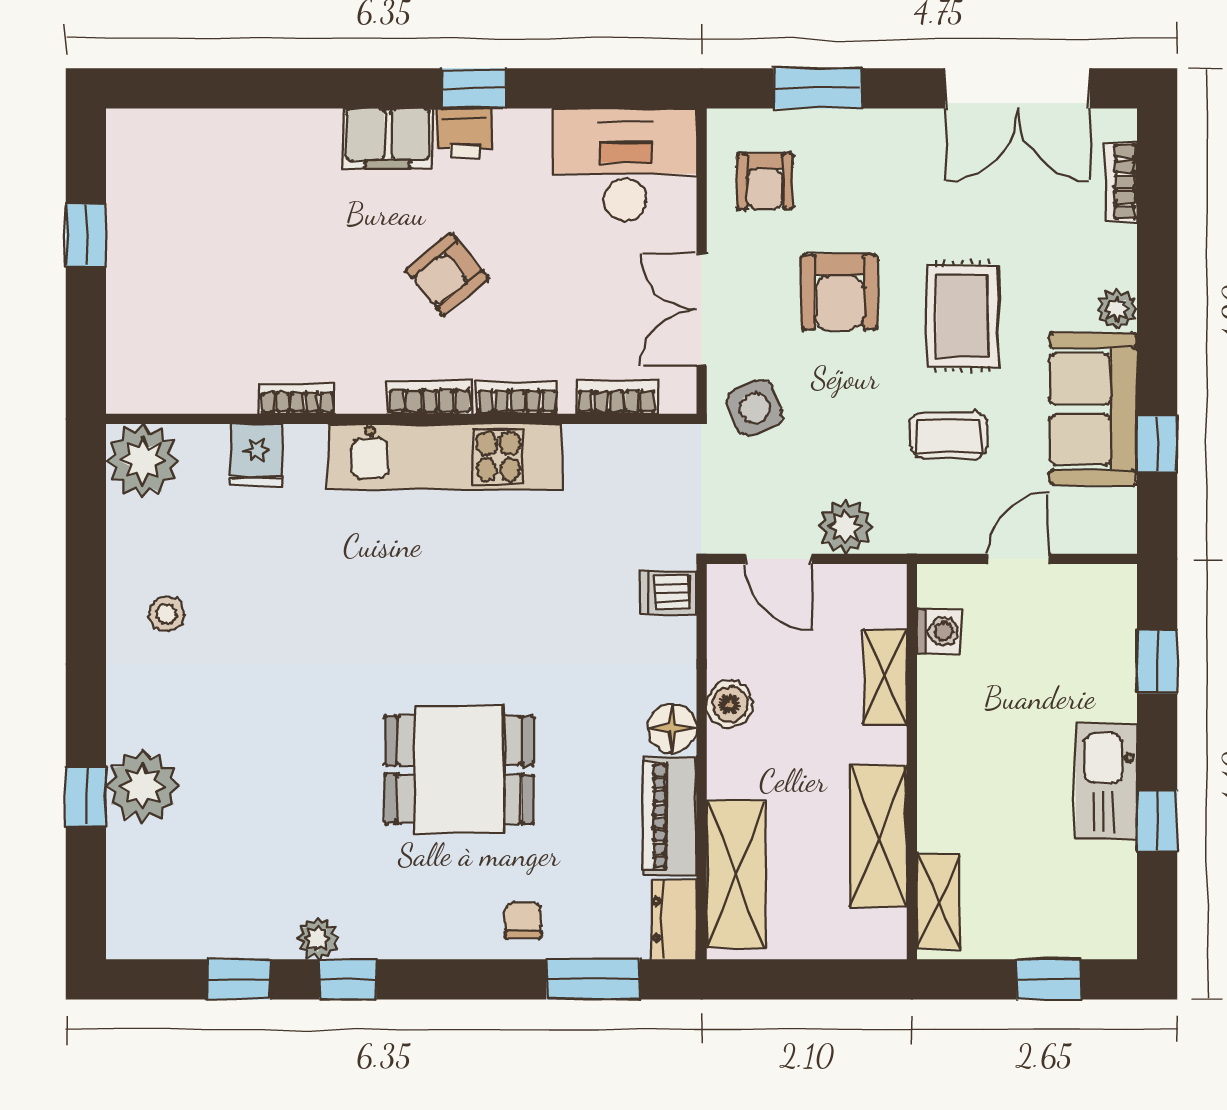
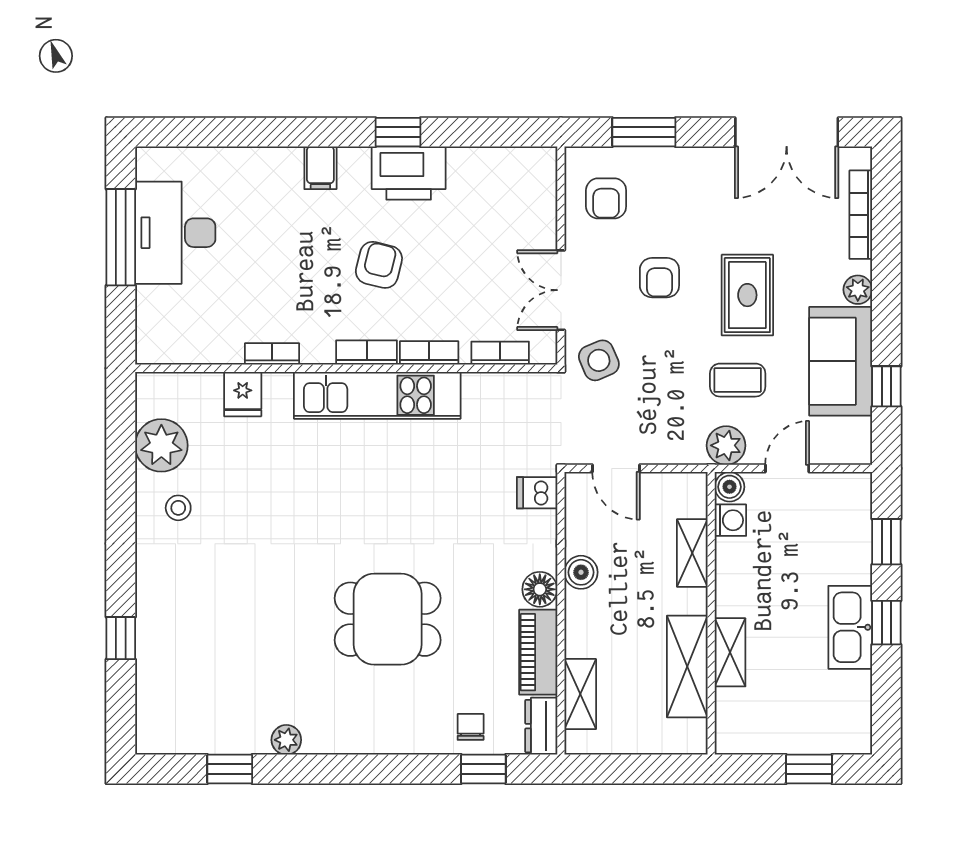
printer: (464, 134) -> (409, 173), width x1.87, depth x1.48
filing cabinet: (388, 138) -> (320, 168), width x0.50
desk: (625, 165) -> (175, 233), moved, turned -90
bookcase: (1121, 182) -> (861, 215), width x1.56
window: (86, 235) -> (121, 237), width x2.17
armchair: (447, 274) -> (379, 265), turned 143
armchair: (840, 292) -> (659, 278), width x0.72, depth x0.72
plant: (143, 461) -> (161, 445), moved
plant: (846, 527) -> (726, 445), moved
boiler: (938, 585) -> (729, 487), added
plant: (142, 786) -> (161, 631), removed
window: (1157, 821) -> (886, 623), moved
shelving: (736, 875) -> (580, 694), width x0.67, depth x0.75
shelving: (938, 901) -> (730, 652), moved
chair: (523, 920) -> (471, 727), moved
window: (348, 979) -> (308, 769), removed
window: (593, 979) -> (483, 769), width x0.67

